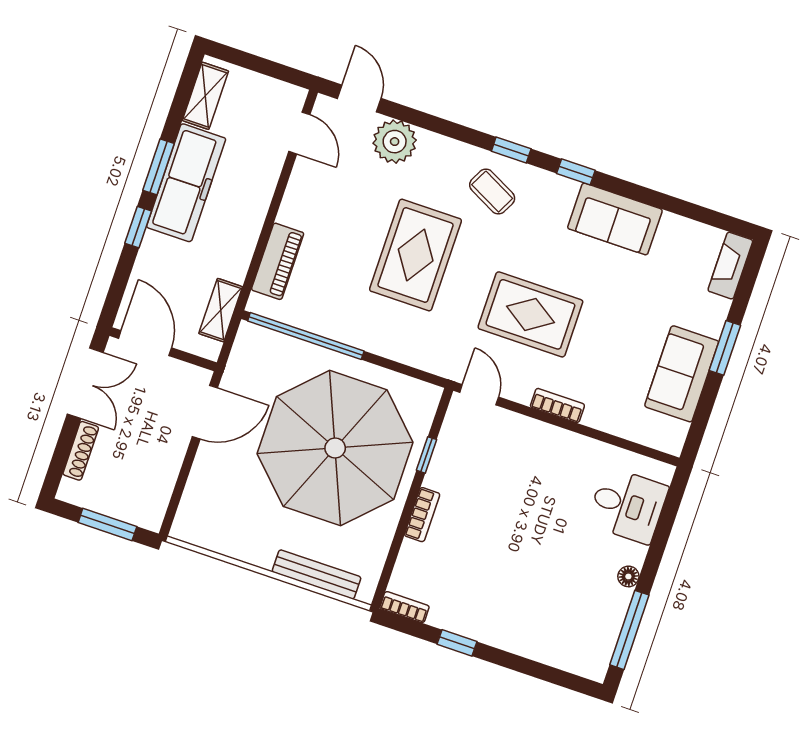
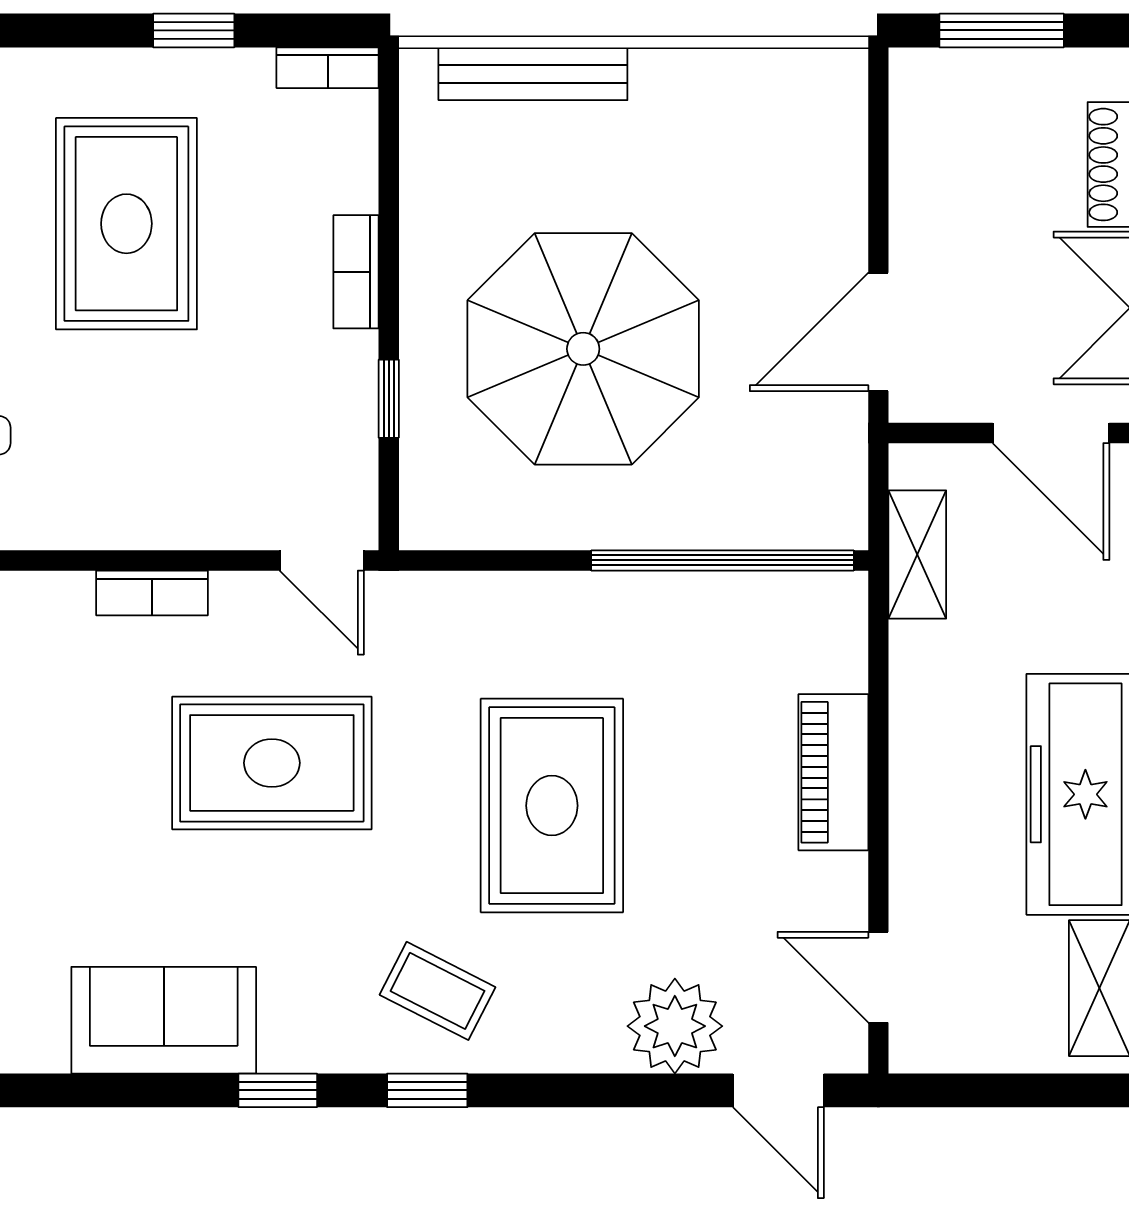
piano: (278, 261) -> (833, 772), moved
parasol: (335, 448) -> (583, 349), width x0.73, depth x0.73
rug: (514, 569) -> (126, 224), added

